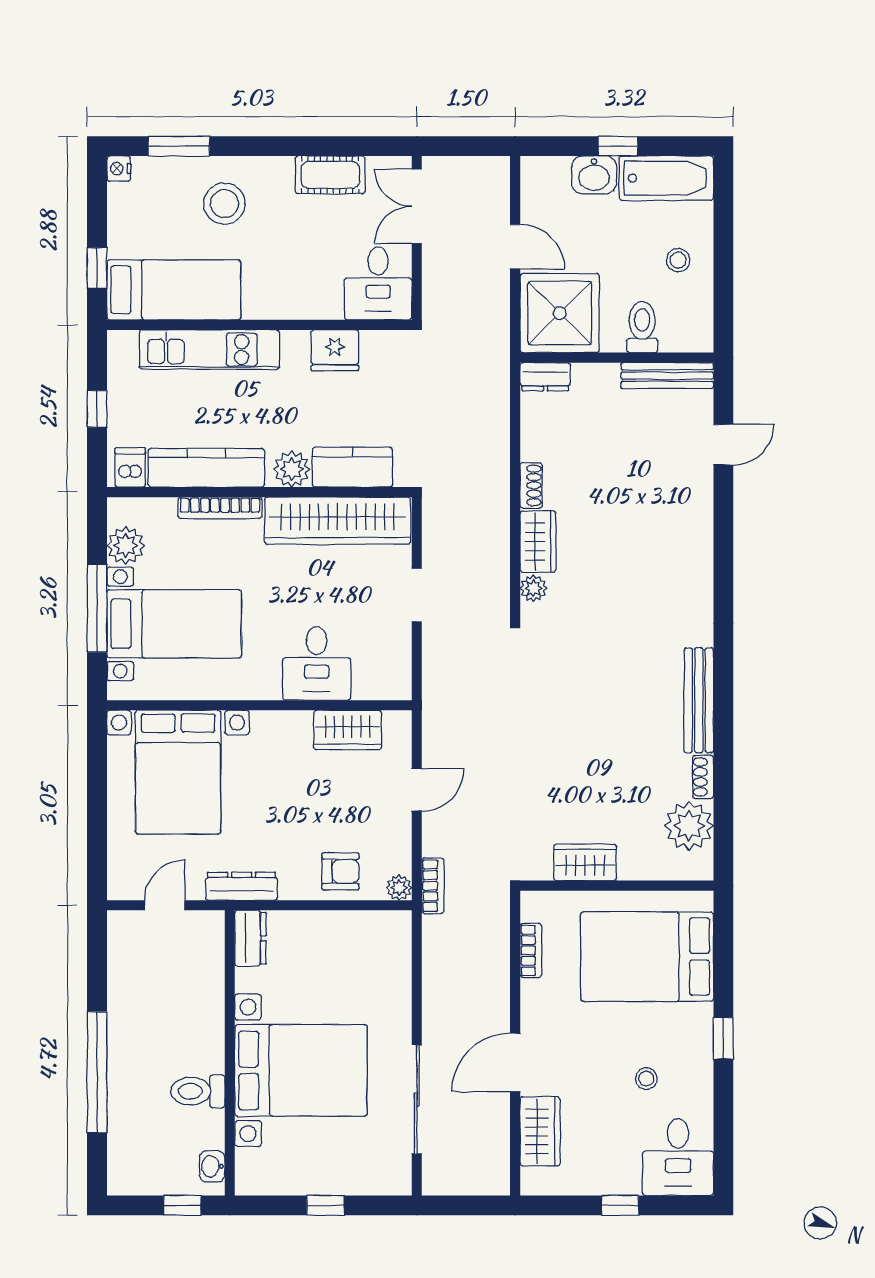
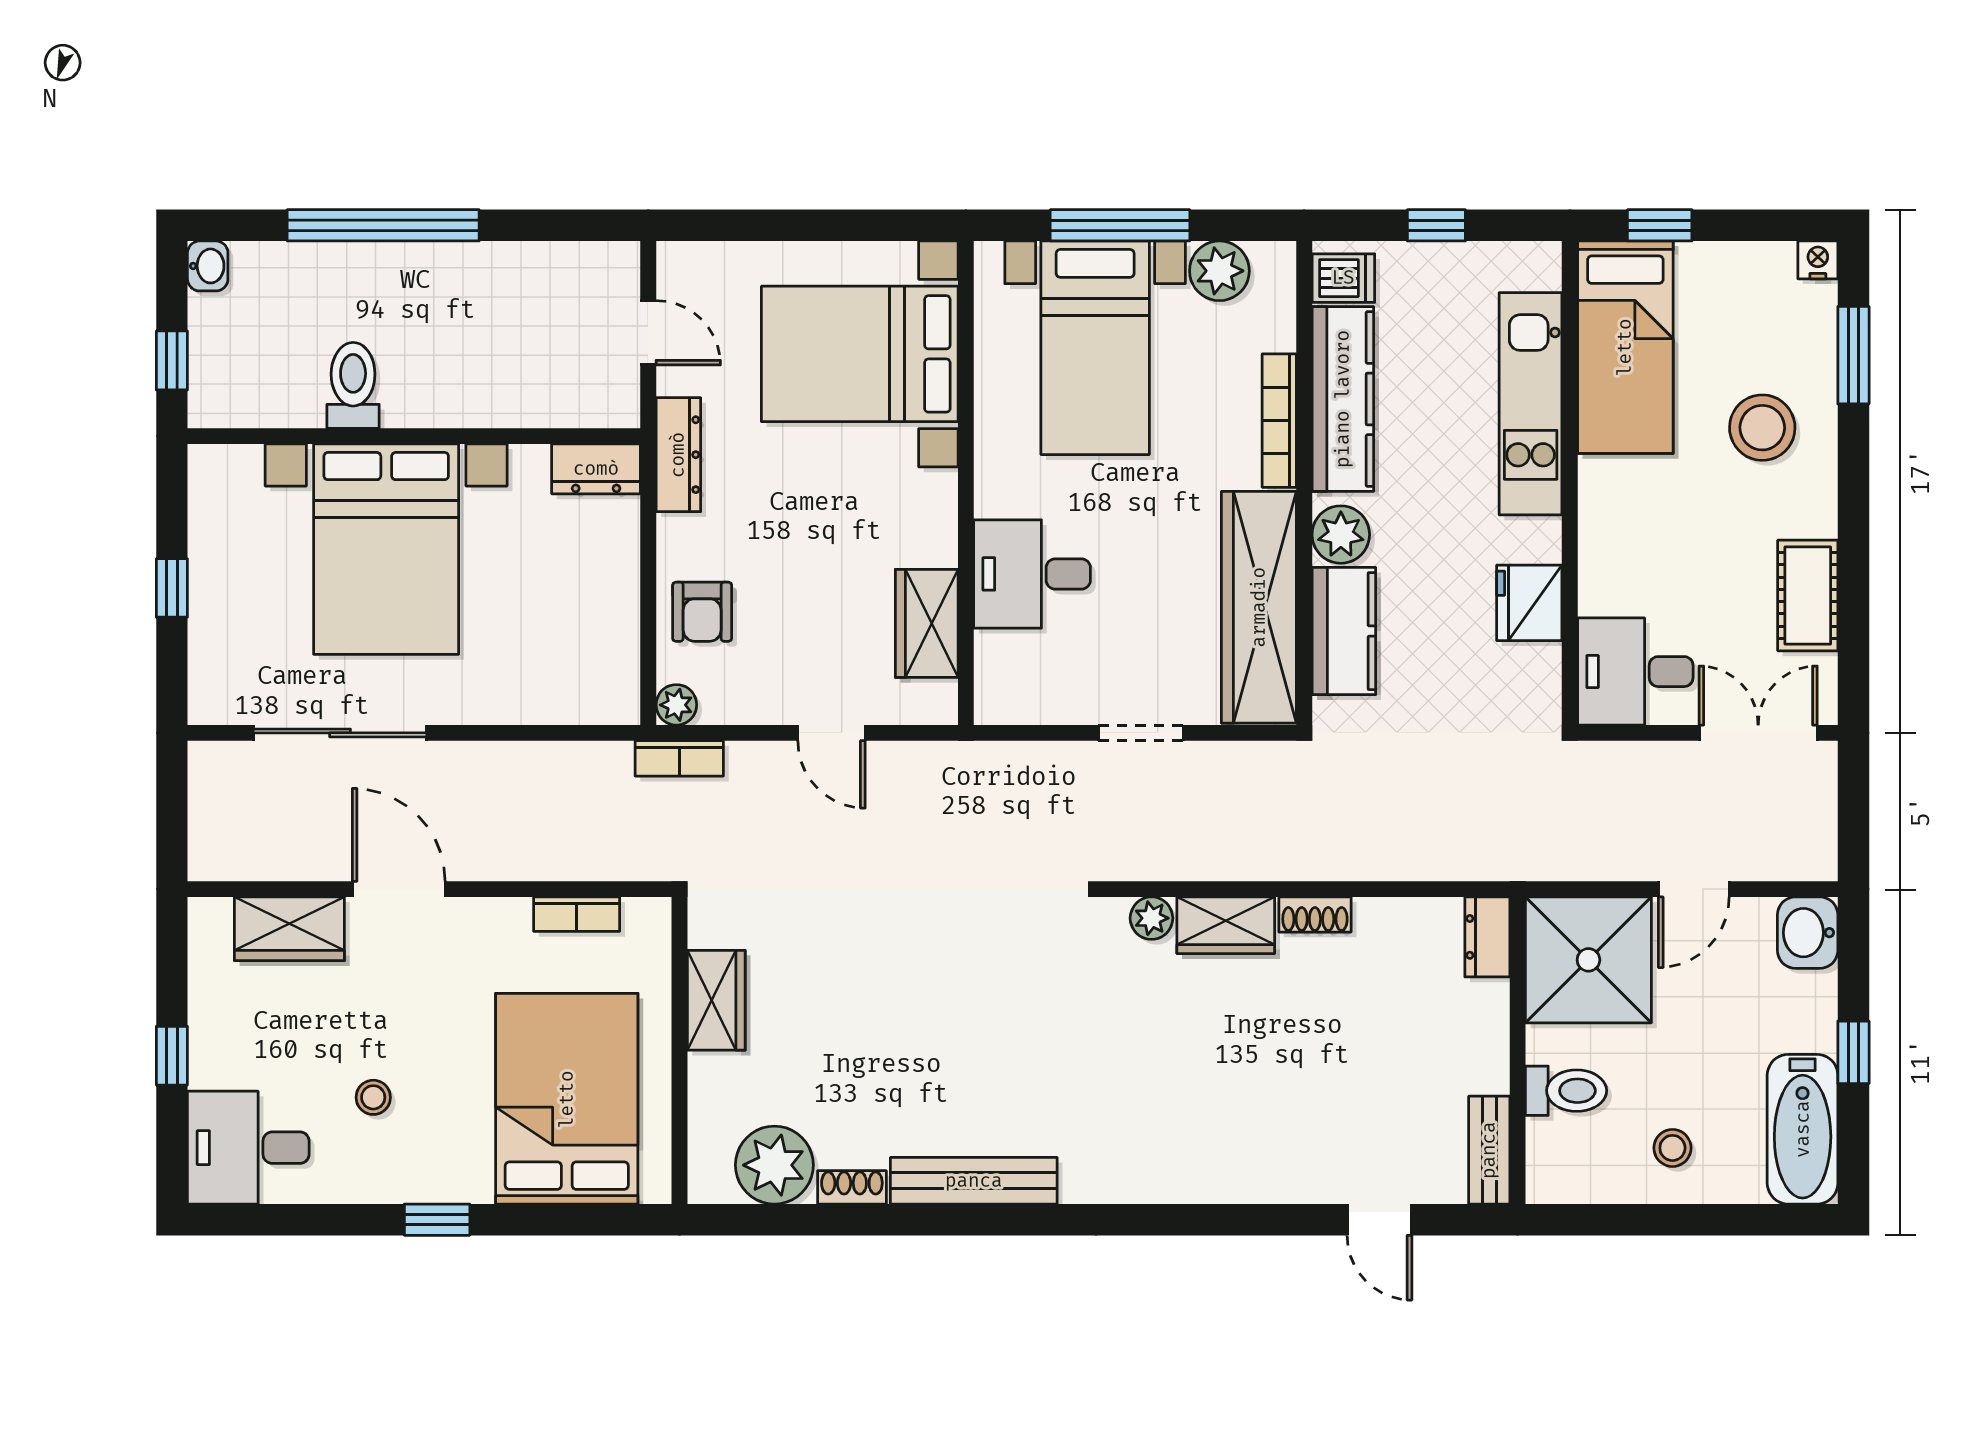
washbasin: (594, 175) -> (1808, 933), moved
bench: (667, 376) -> (1489, 1150), width x0.73
washbasin: (212, 1166) -> (208, 266), moved, turned 90

